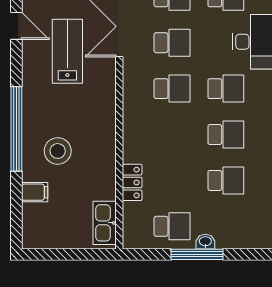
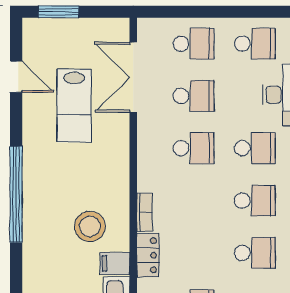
lab bench: (67, 51) -> (74, 106), turned 180
bookcase: (129, 145) -> (144, 212), added
stool: (58, 151) -> (90, 226), moved
filing cabinet: (35, 192) -> (115, 263), moved, turned 180

